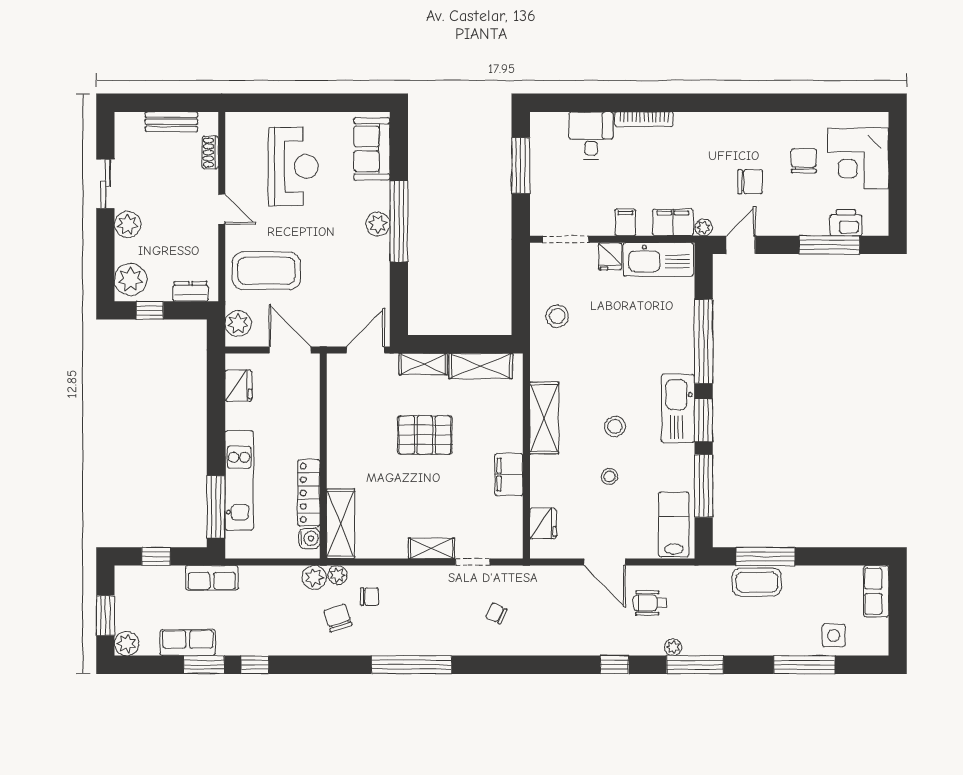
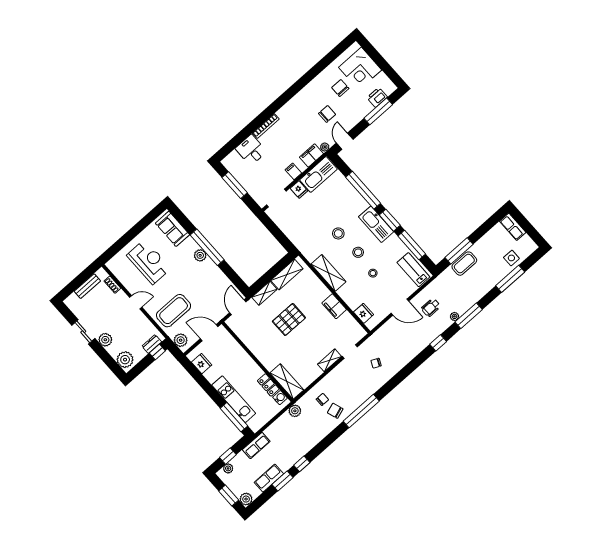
window: (150, 310) -> (157, 352), moved
stool: (557, 316) -> (338, 233), moved
locker: (309, 493) -> (268, 385), width x0.66
plant: (337, 575) -> (228, 468), moved
chair: (338, 618) -> (335, 411), moved

